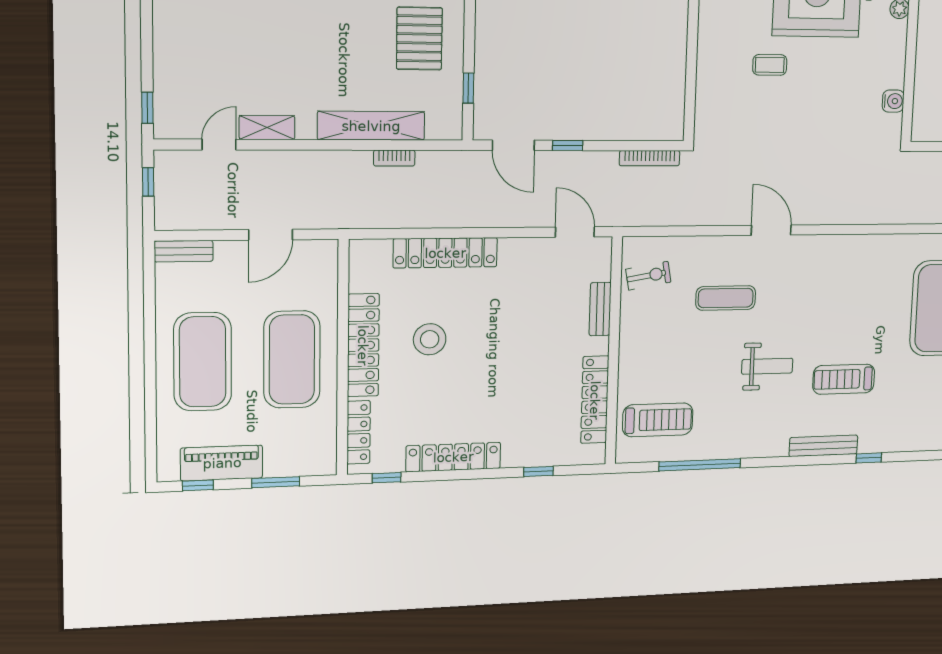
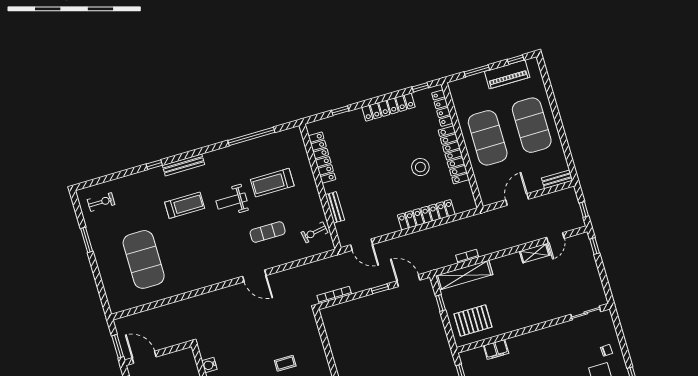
pallet: (419, 38) -> (473, 321), turned 90
shelving: (371, 126) -> (464, 275), moved
treadmill: (658, 420) -> (272, 183), moved

